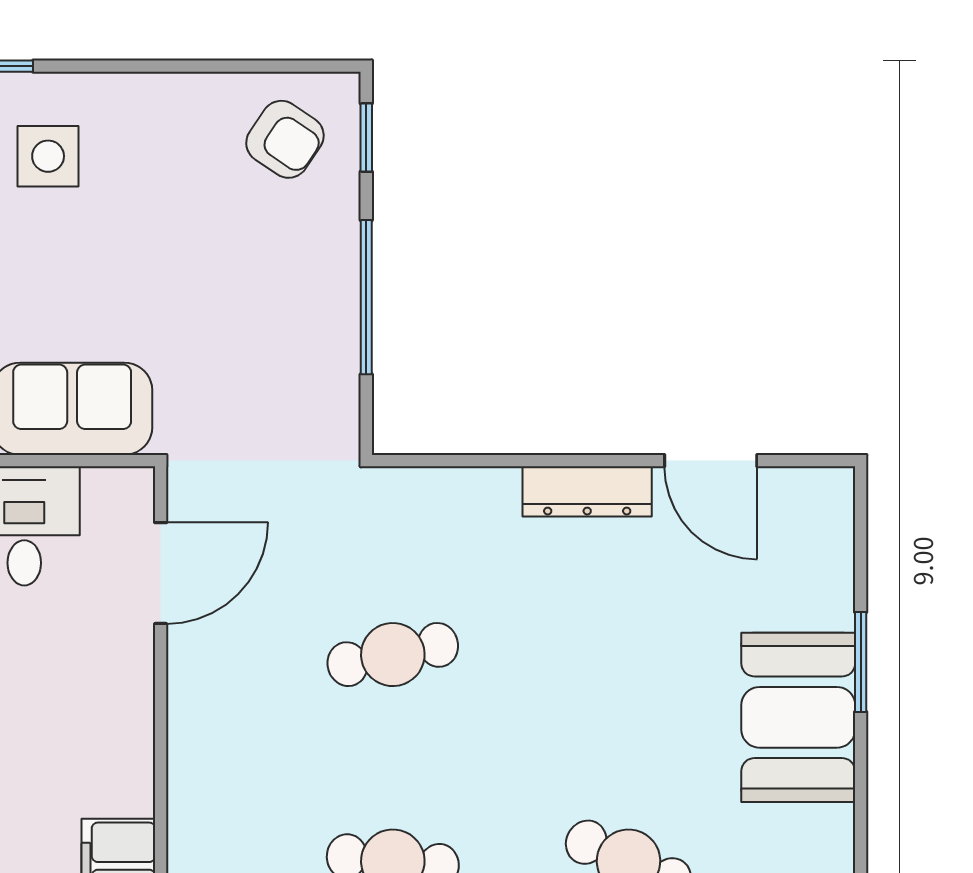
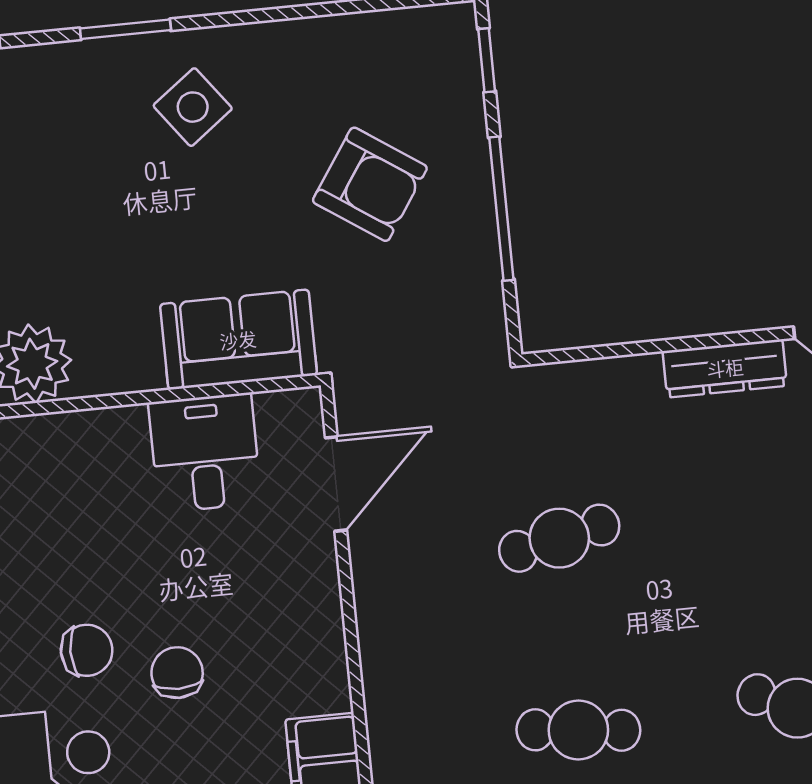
armchair: (285, 139) -> (370, 184), moved, width x1.38, depth x1.38
side table: (48, 156) -> (193, 107), turned -37

